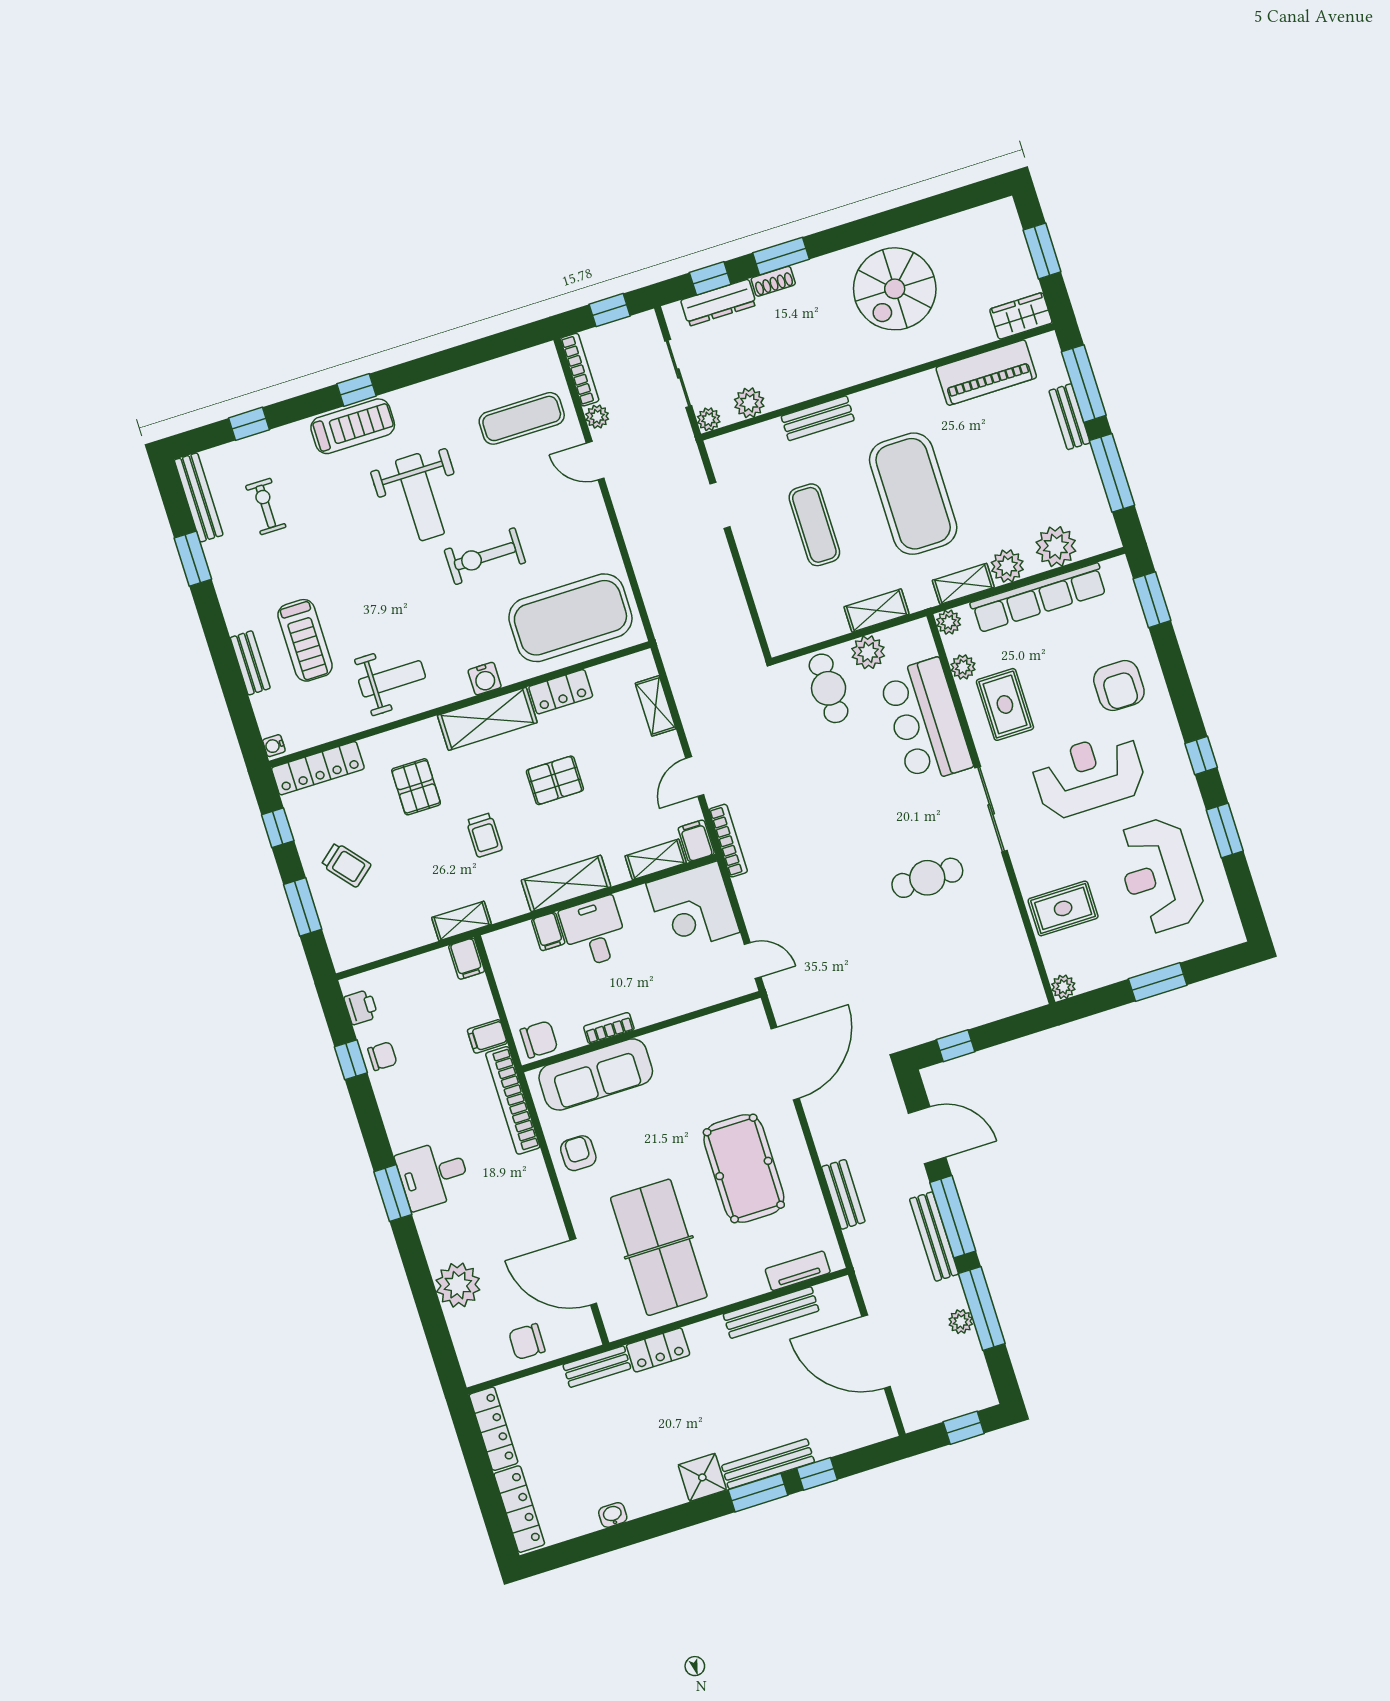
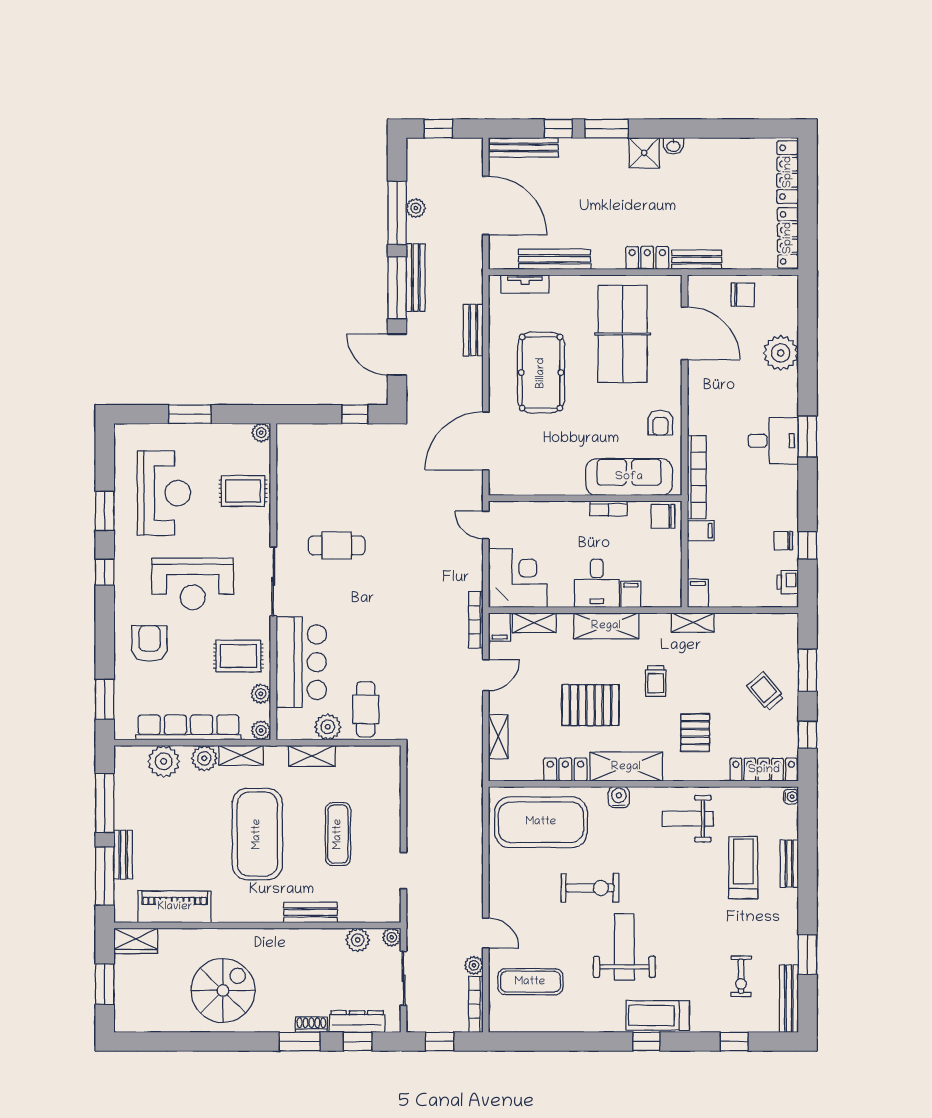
rug: (1005, 704) -> (238, 656), turned 90
pallet: (555, 780) -> (590, 705), width x1.50, depth x1.42
trolley: (484, 835) -> (656, 681), turned 180
bench: (768, 1464) -> (523, 147), moved
washbasin: (613, 1515) -> (673, 146), moved

